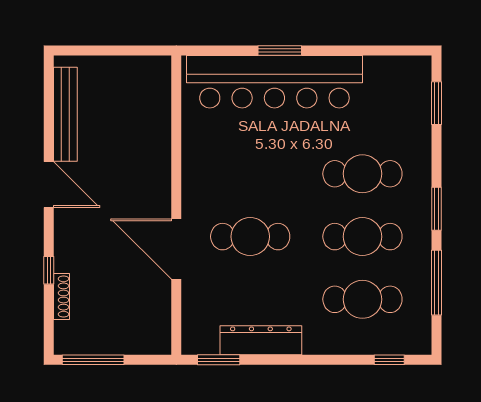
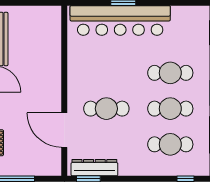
door: (176, 249) -> (64, 130), moved
dresser: (261, 340) -> (94, 168), moved

